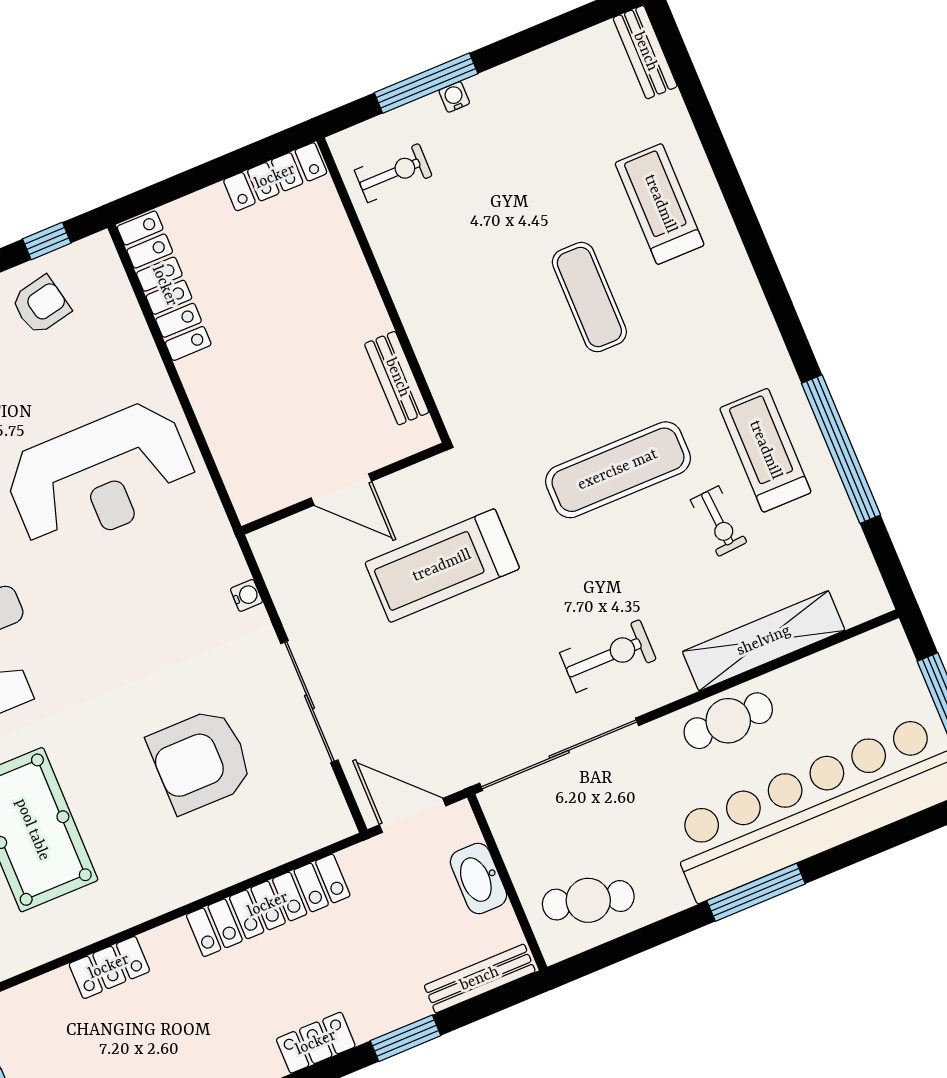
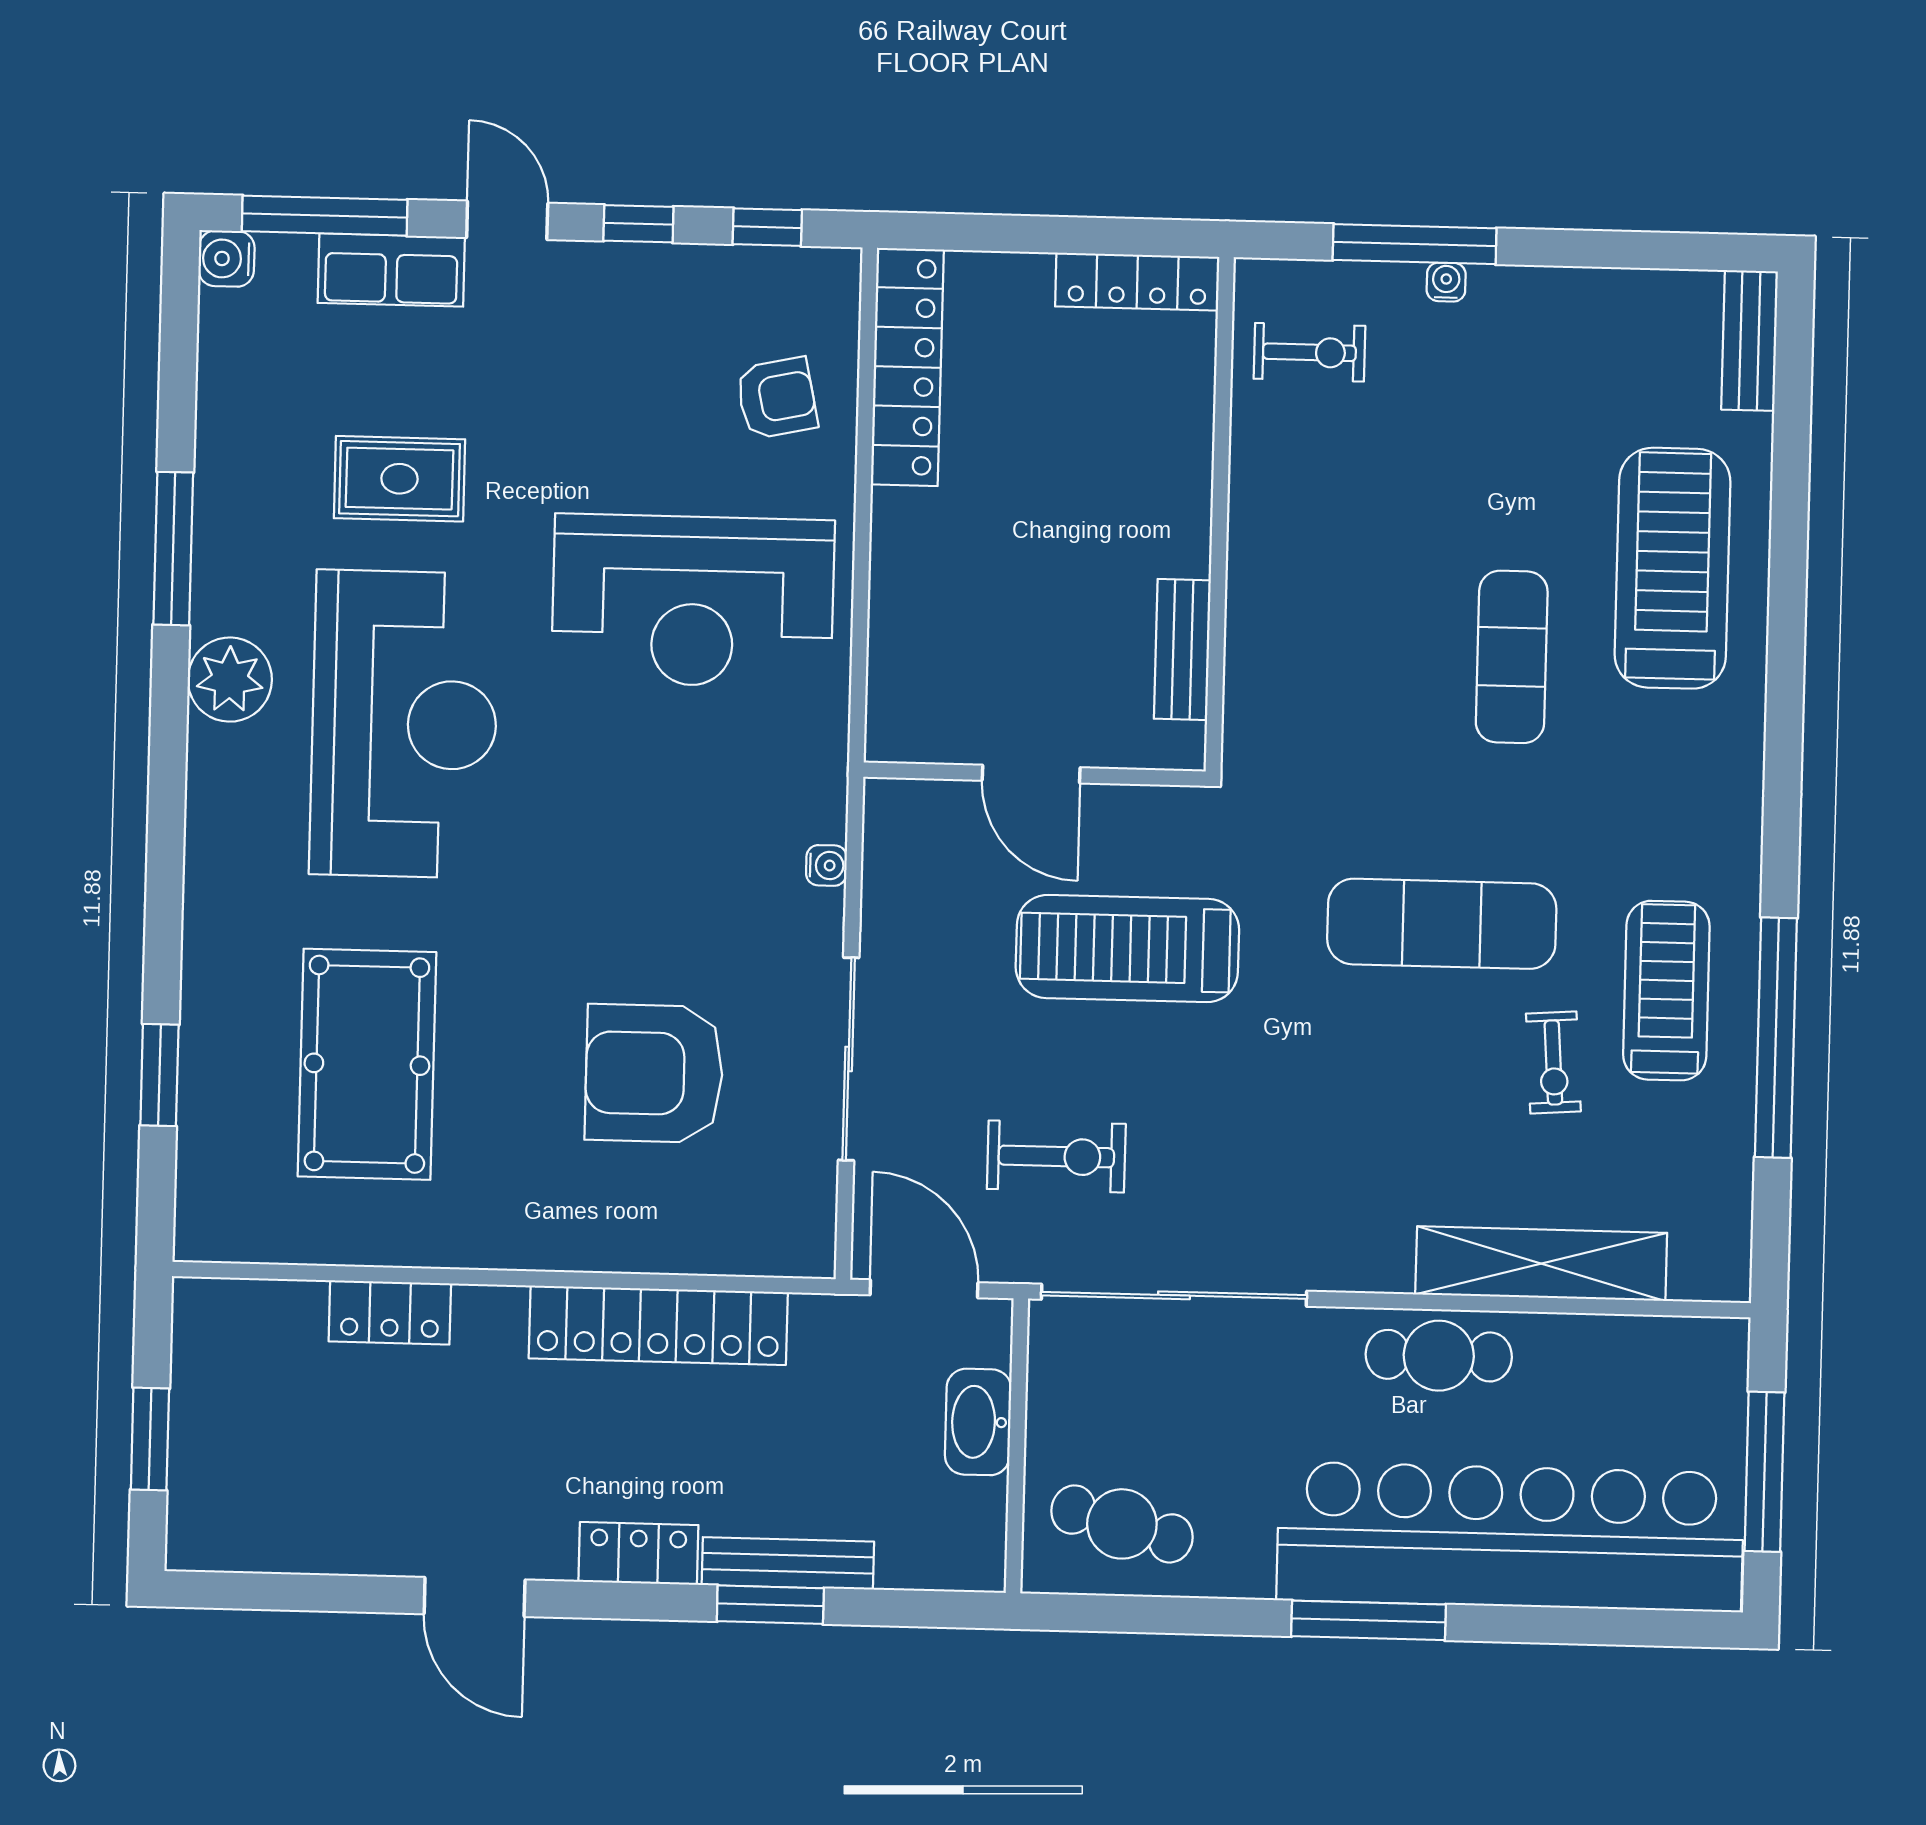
treadmill: (660, 204) -> (1673, 568), width x1.37, depth x1.38
armchair: (41, 305) -> (777, 398), moved
exercise bike: (608, 656) -> (1056, 1156), moved
bench: (480, 979) -> (788, 1563), moved

